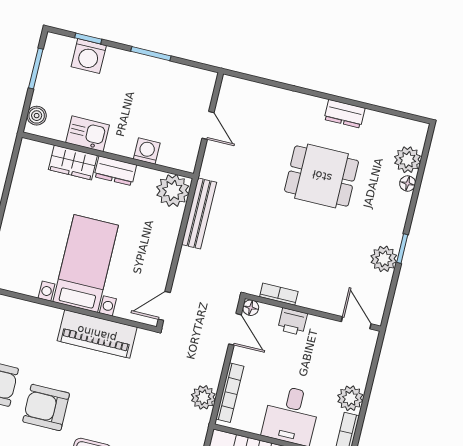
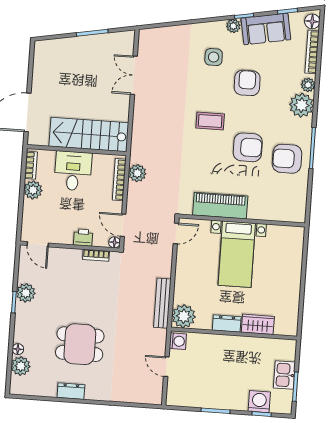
boiler: (37, 116) -> (289, 353), removed
kitchen sink: (88, 134) -> (284, 375), moved, turned 90
washing machine: (147, 151) -> (178, 341), moved, turned -90

